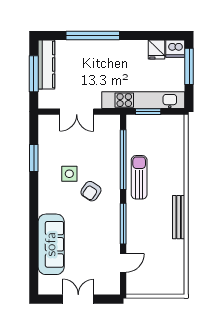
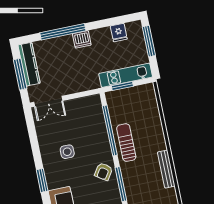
dishwasher: (175, 49) -> (82, 39), moved
kitchen unit: (143, 100) -> (126, 75), width x0.73
double door: (77, 112) -> (48, 101), moved
window: (34, 158) -> (42, 180), moved
armchair: (91, 191) -> (104, 172), moved

